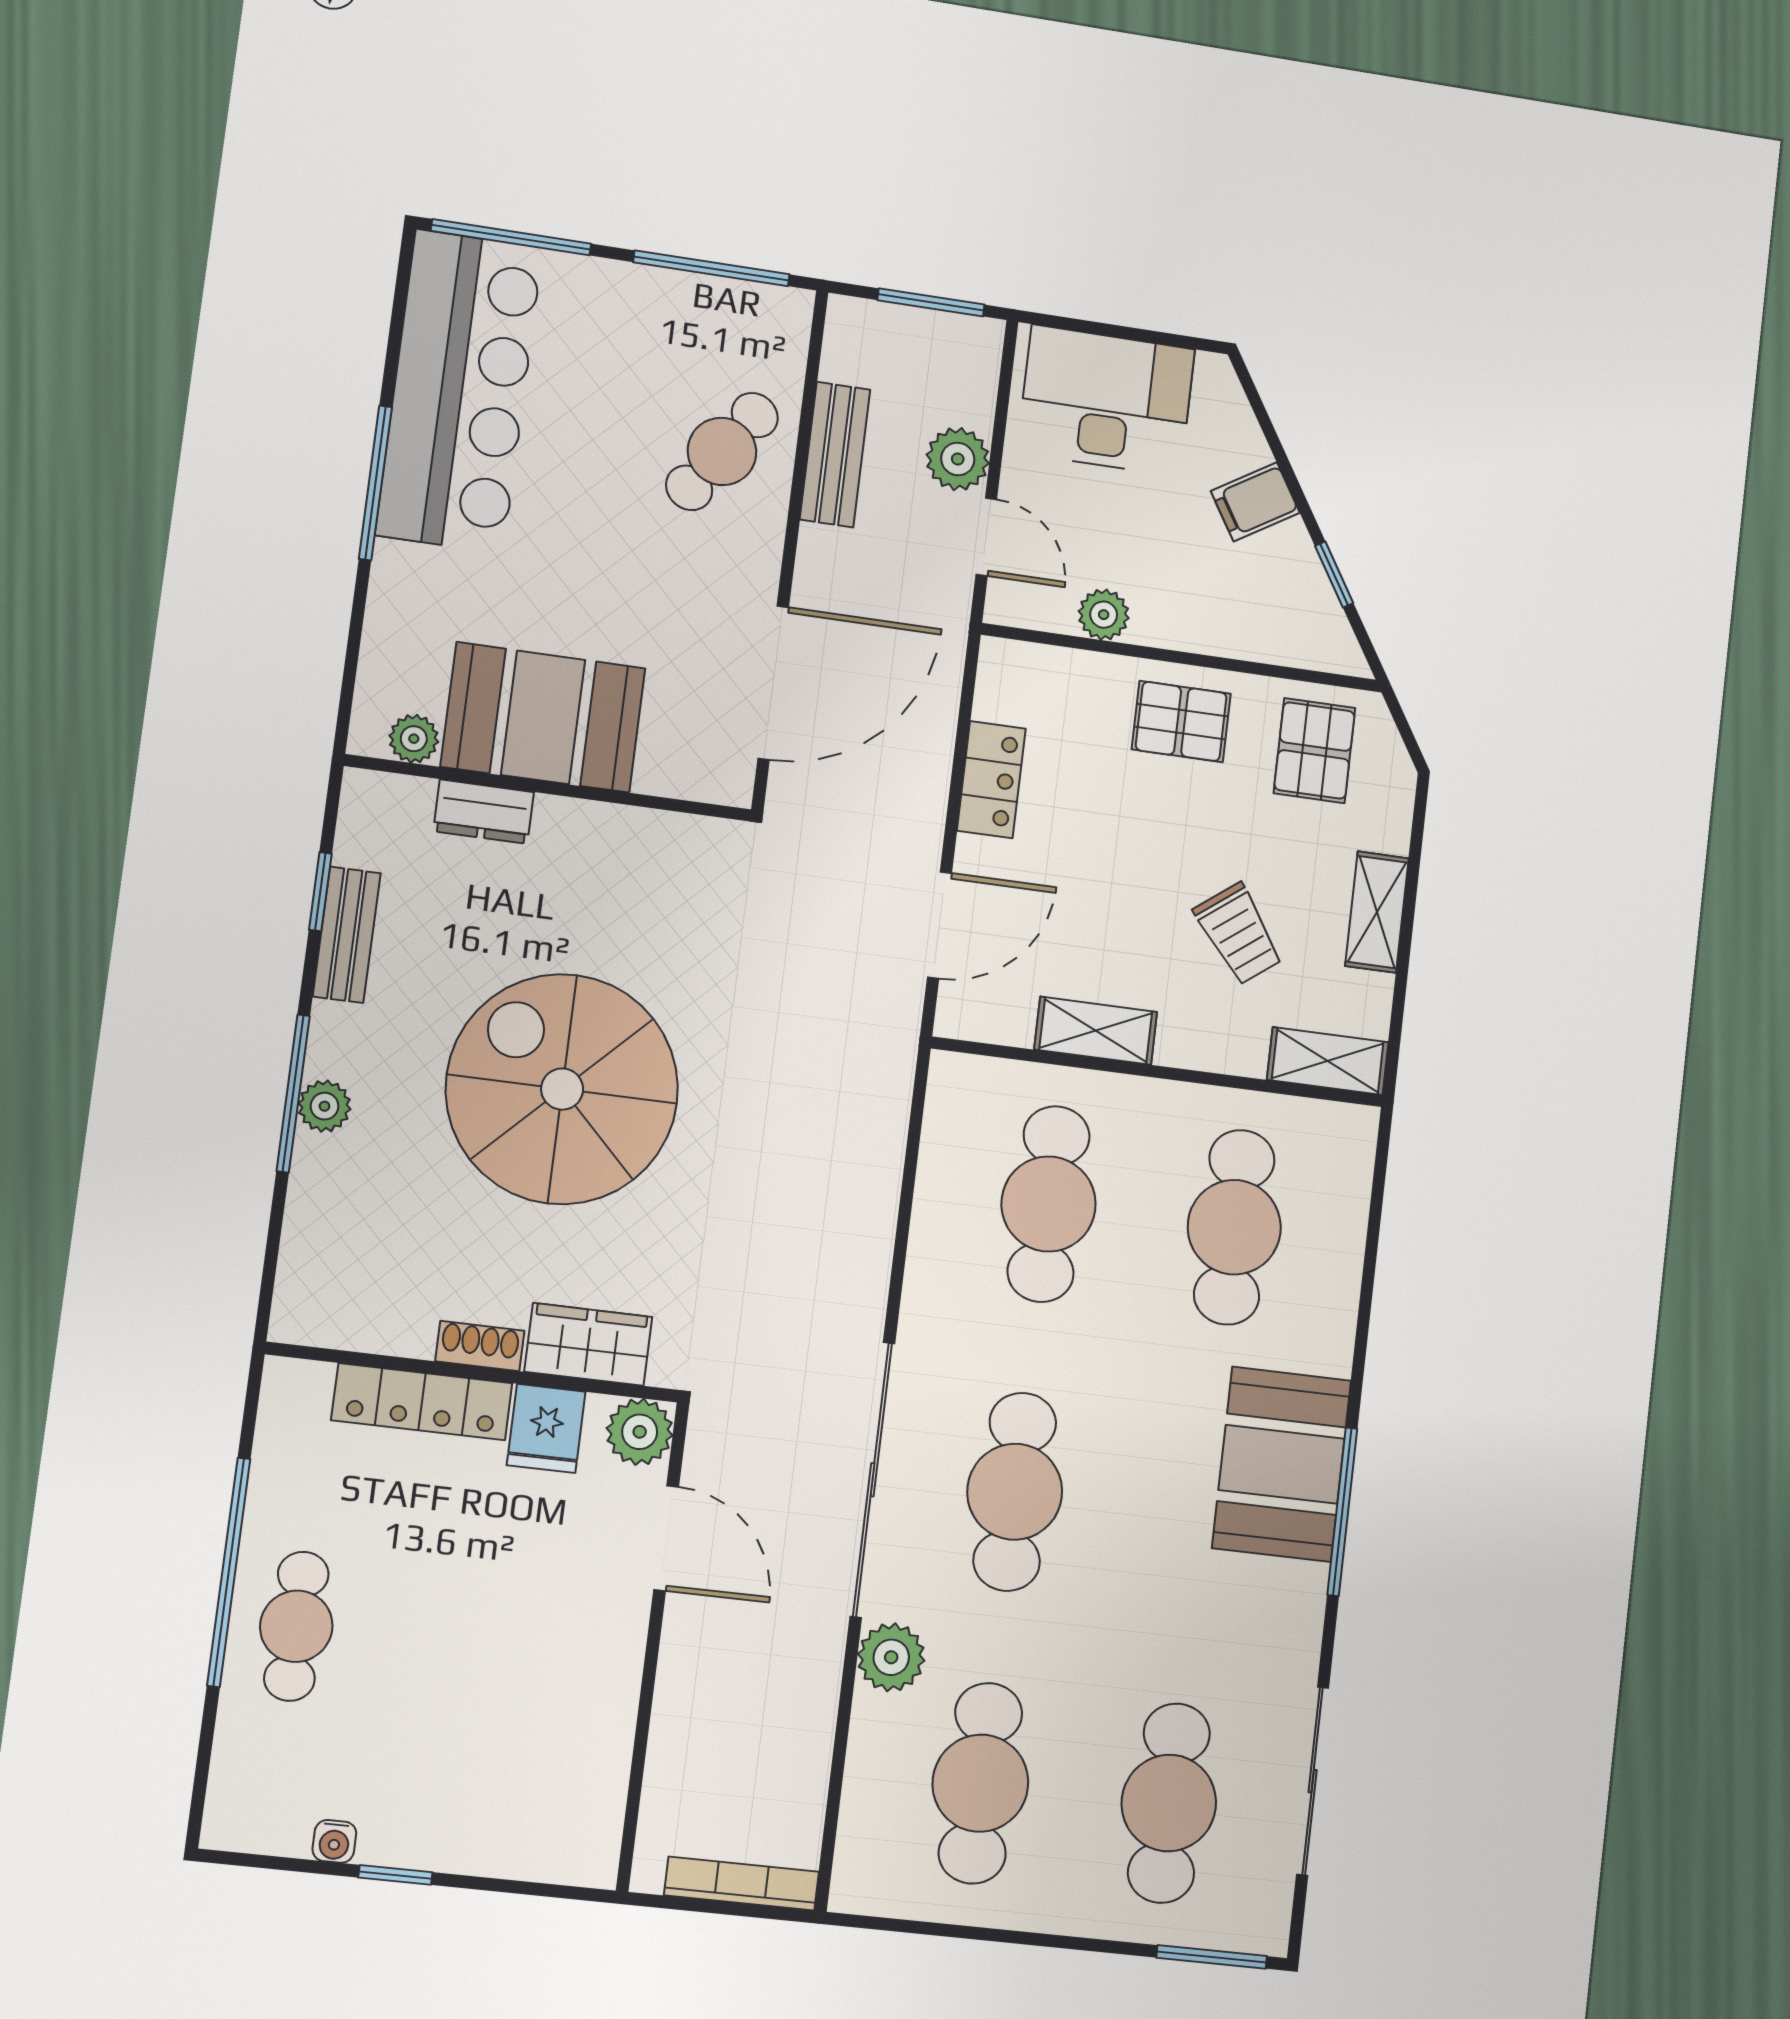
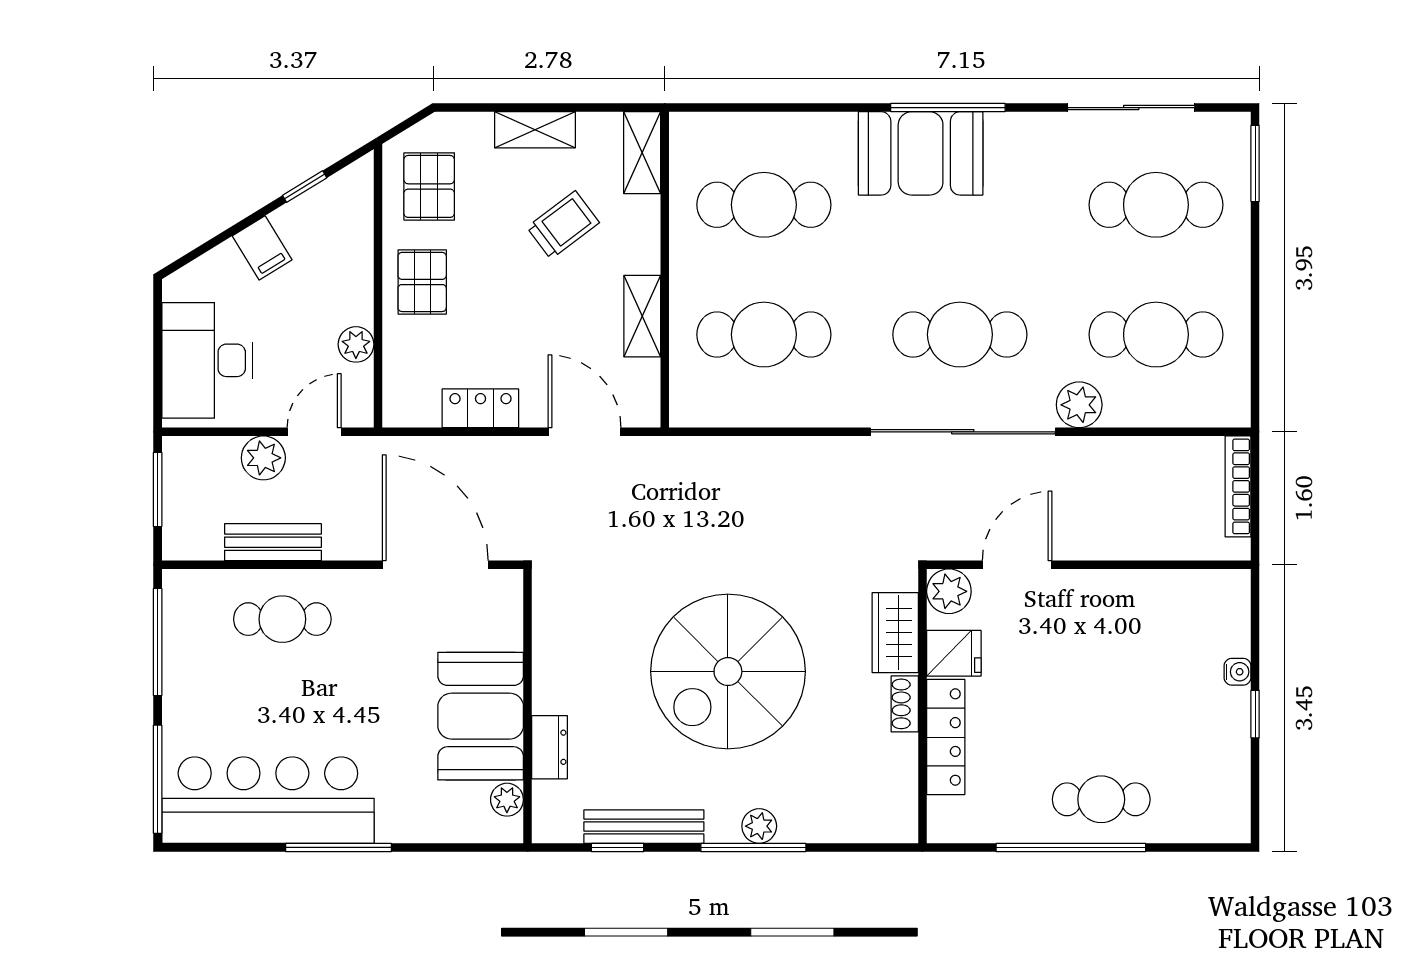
cafe table: (722, 451) -> (282, 619), turned -34
pallet: (1314, 751) -> (429, 186), turned 90
bench: (347, 935) -> (644, 827), width x1.36
water cooler: (334, 1841) -> (1237, 672), moved

